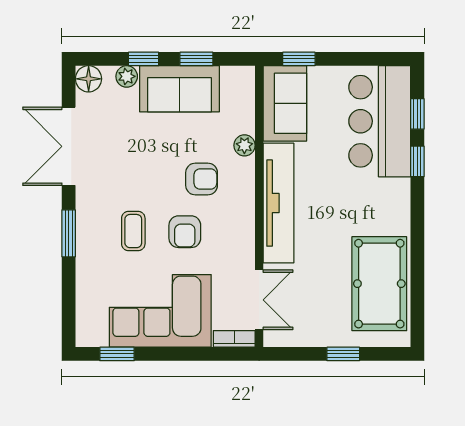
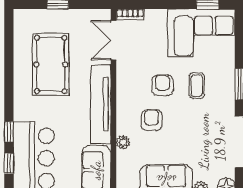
armchair: (202, 179) -> (152, 120), turned 90
pool table: (379, 284) -> (51, 64), moved
corner sofa: (160, 311) -> (201, 33), moved

